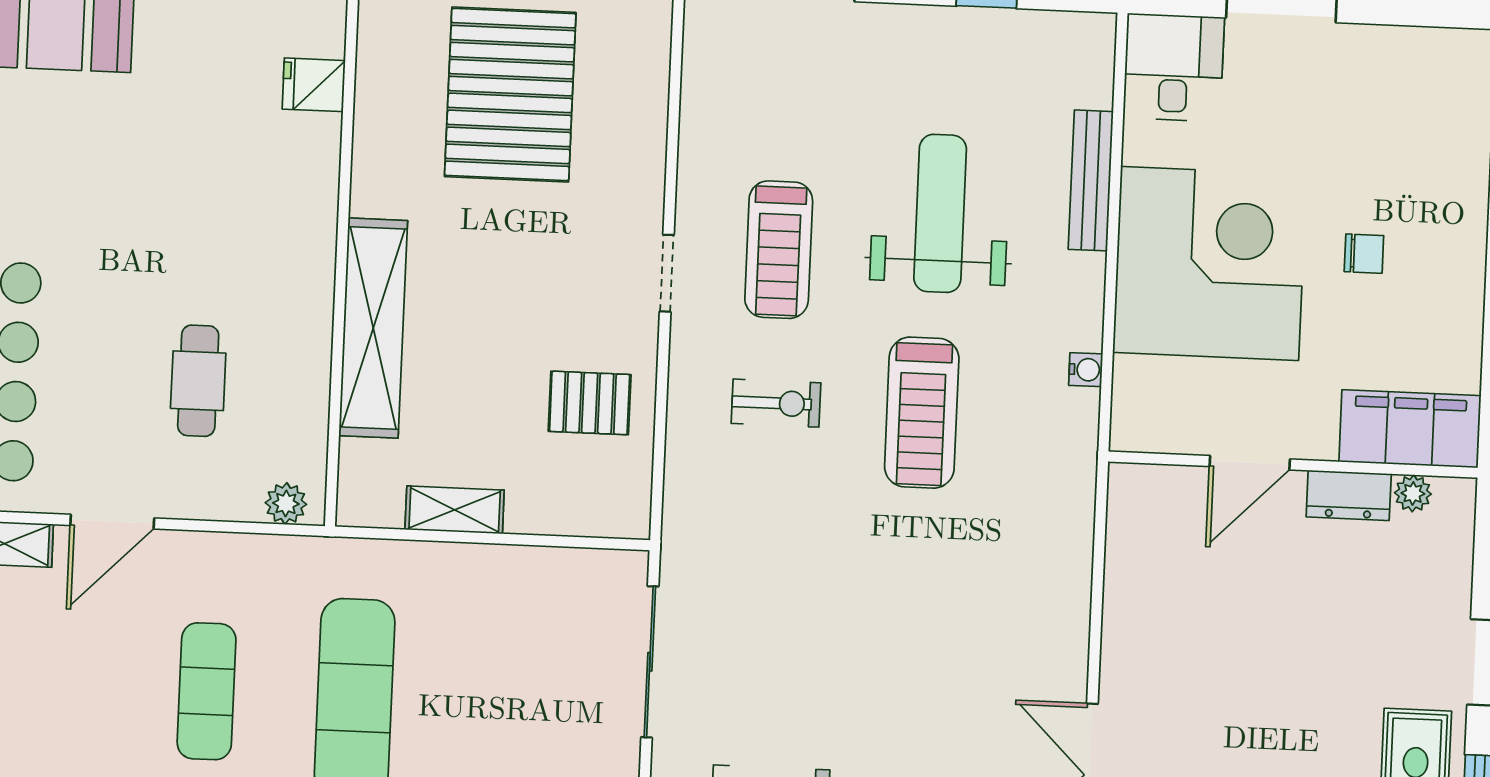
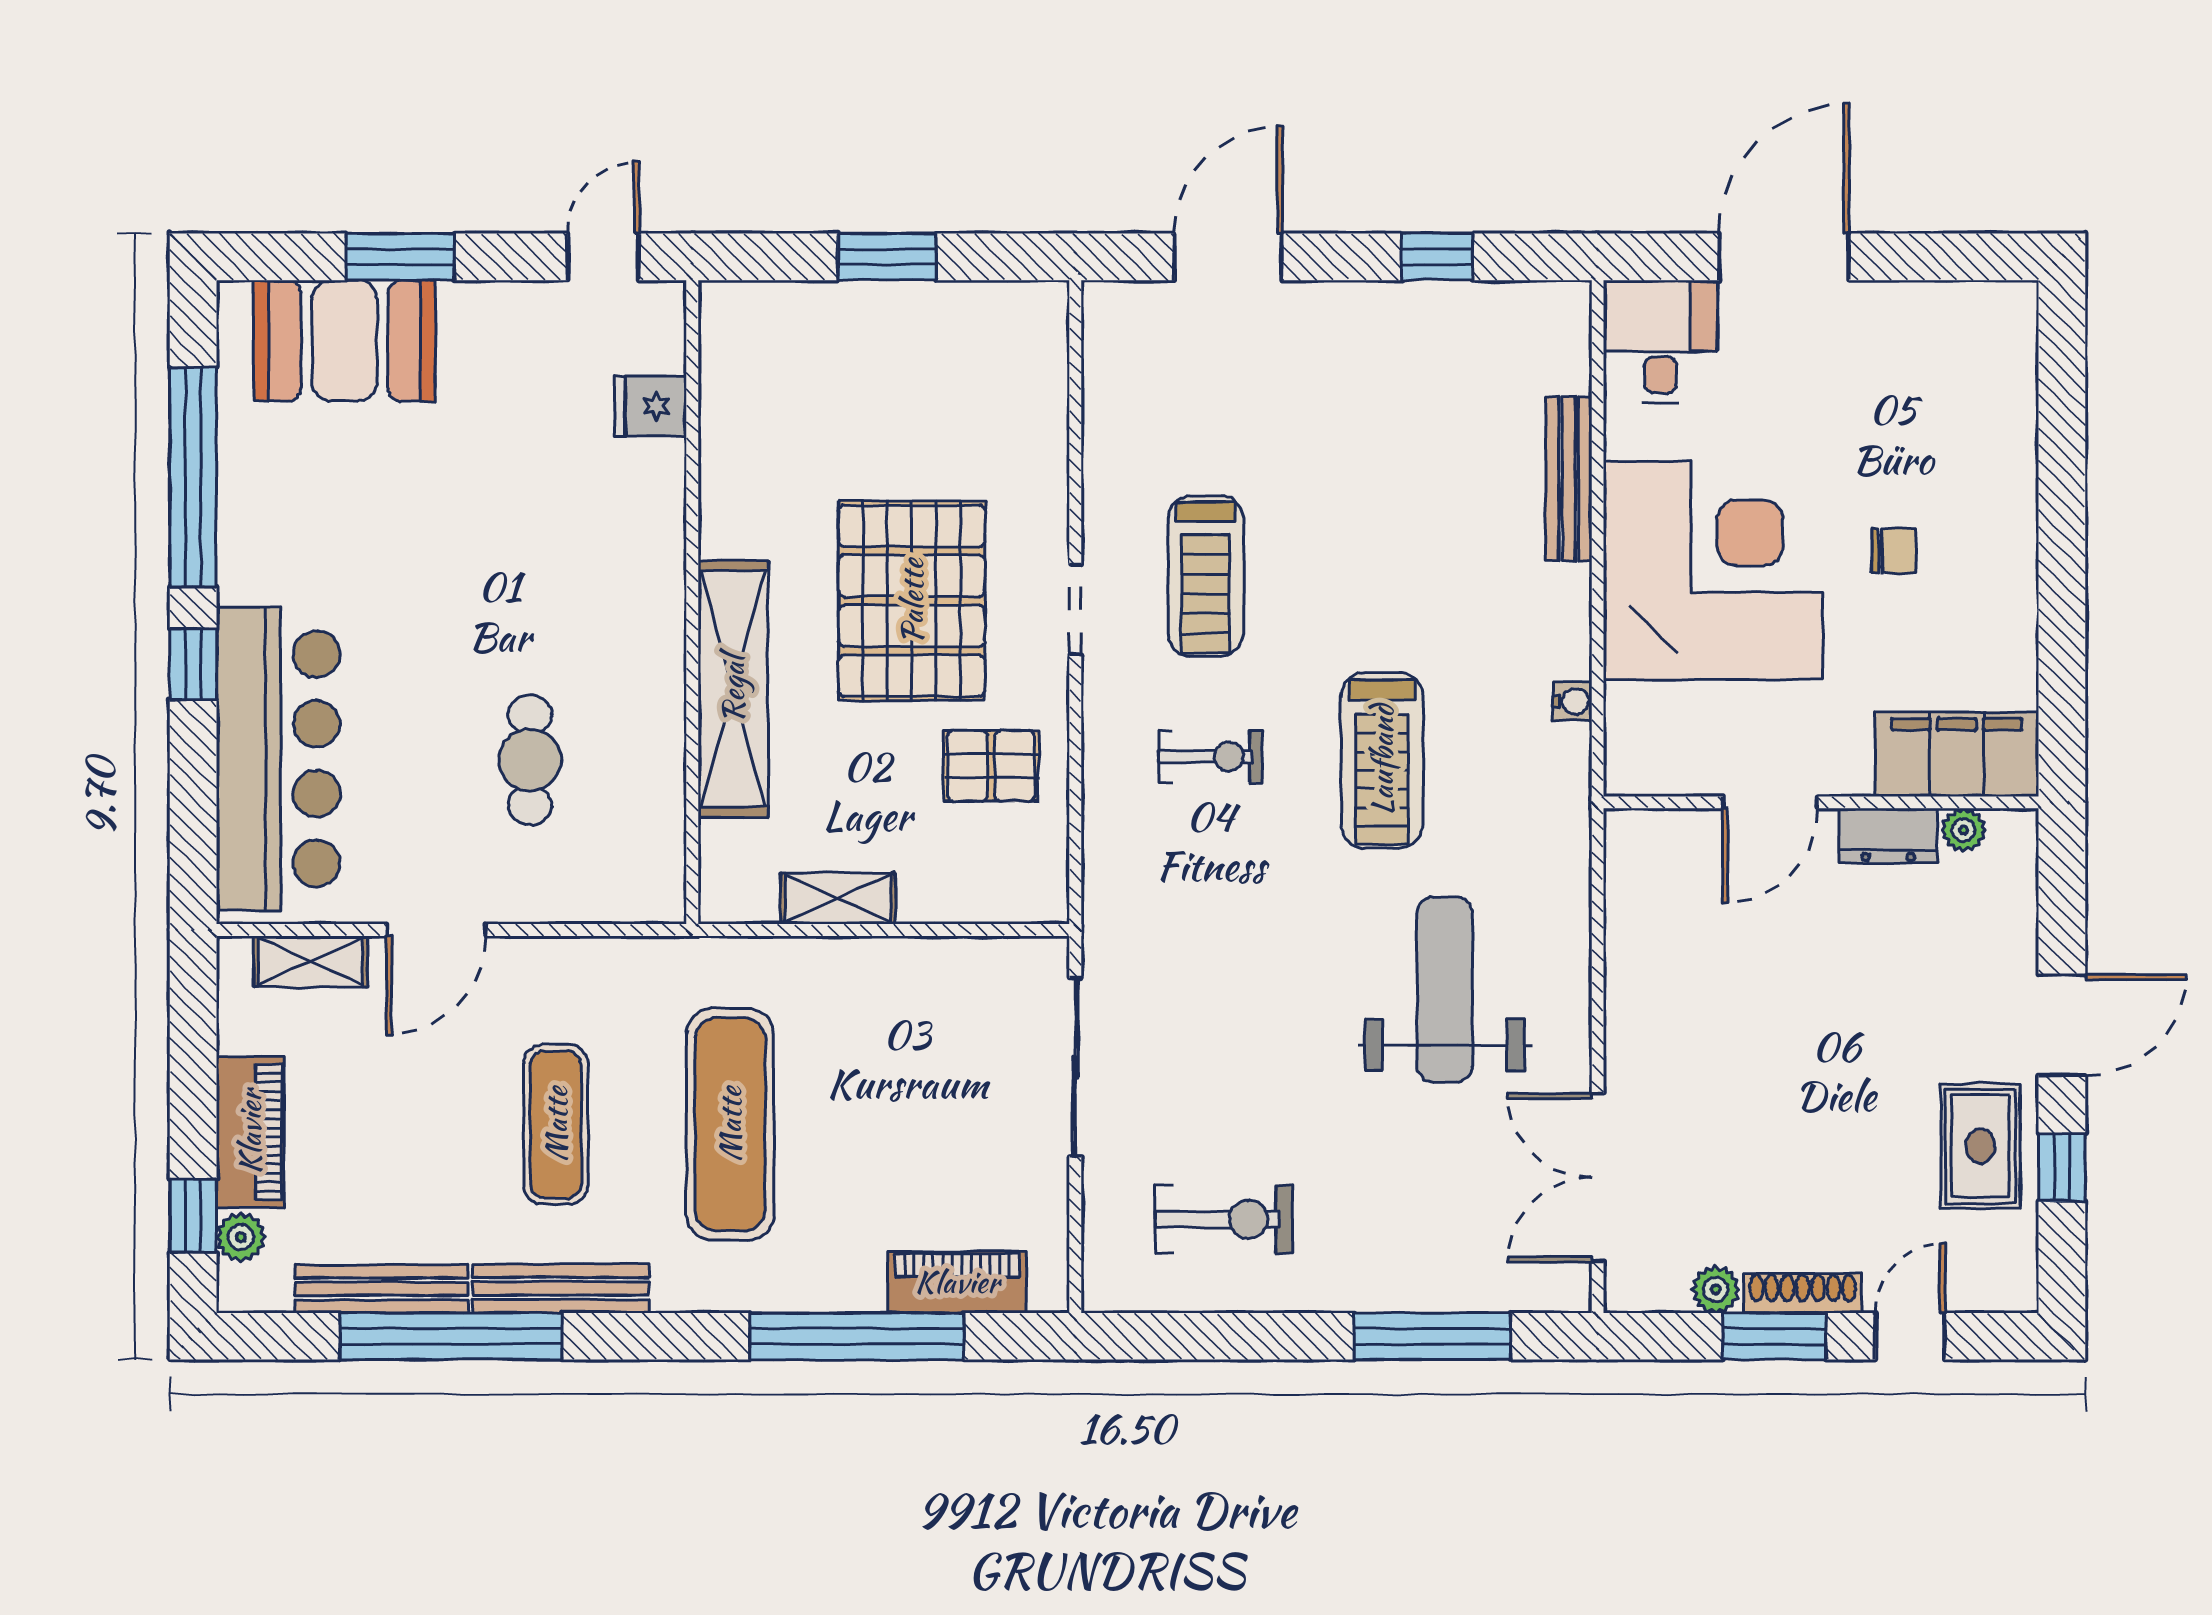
pallet: (510, 95) -> (912, 601), moved
weight bench: (940, 213) -> (1445, 990), moved
plant: (286, 503) -> (639, 900), removed

